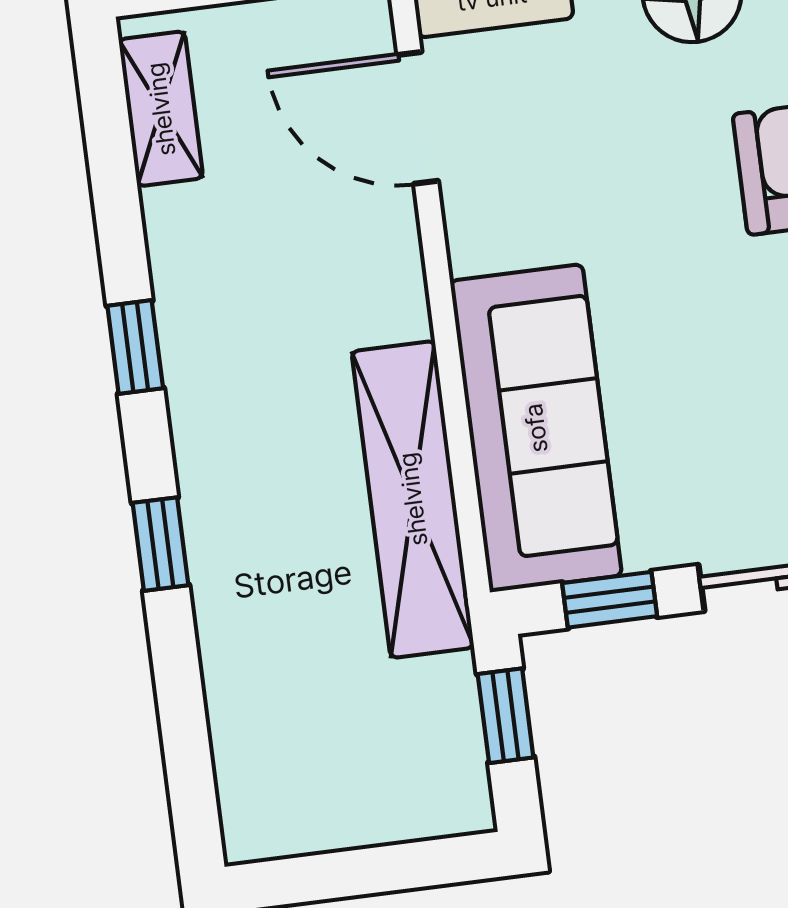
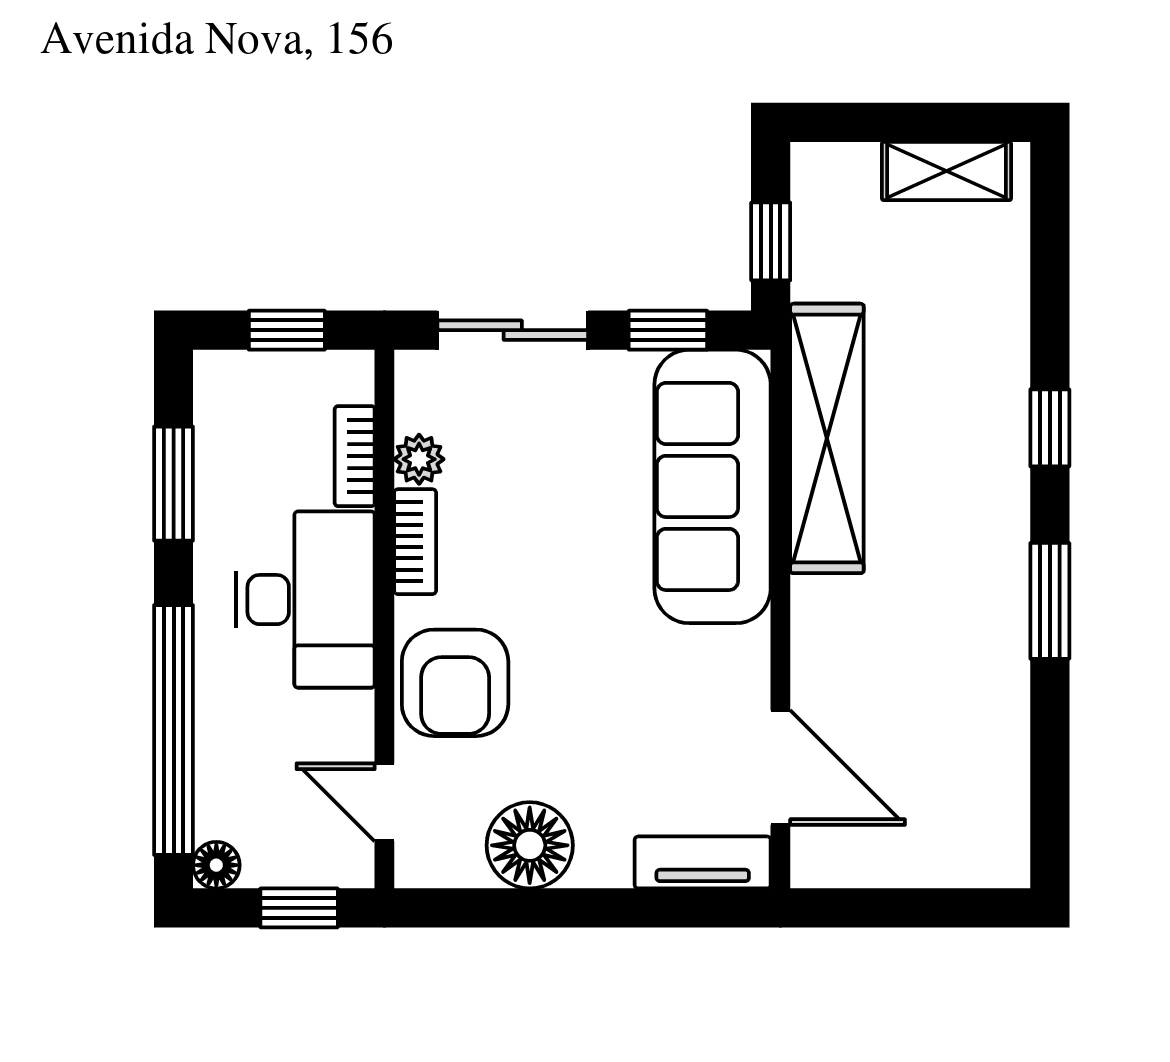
shelving: (161, 109) -> (946, 171), moved, turned 90
window: (135, 347) -> (1050, 601), width x1.50

